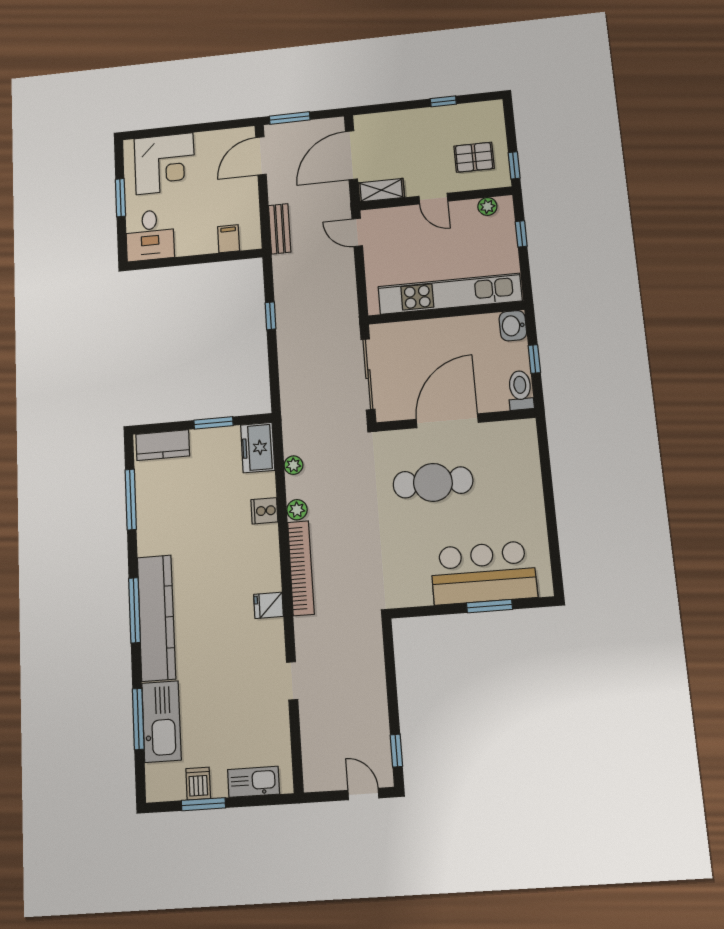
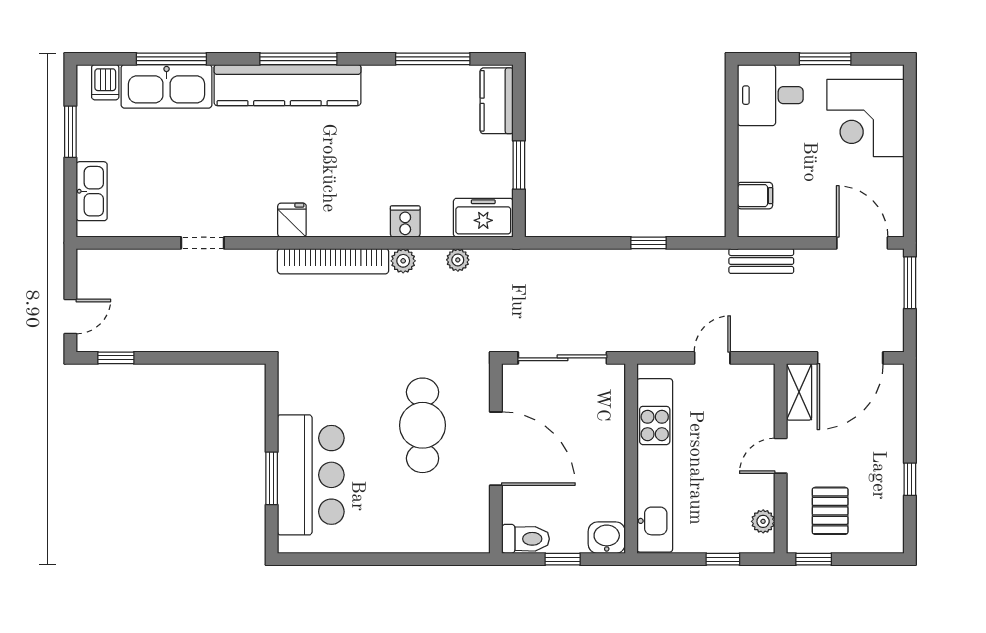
door: (351, 155) -> (850, 358), swing flipped
door: (357, 232) -> (712, 358), moved
dishwasher: (198, 784) -> (105, 82), moved, turned 90

